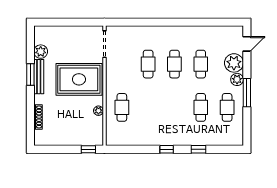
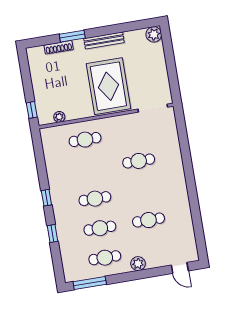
plant: (41, 52) -> (154, 34), moved
plant: (234, 63) -> (156, 257), removed
cafe table: (174, 64) -> (95, 199), moved
window: (30, 74) -> (72, 36), moved
window: (247, 93) -> (90, 283), moved
plant: (98, 111) -> (59, 117), moved

